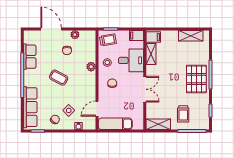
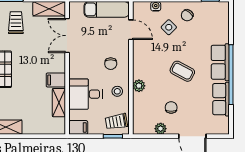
filing cabinet: (153, 37) -> (56, 80), moved
double door: (145, 89) -> (67, 36), moved
row of seats: (30, 107) -> (220, 62), moved, width x0.68
door: (97, 109) -> (131, 30), hinge flipped

